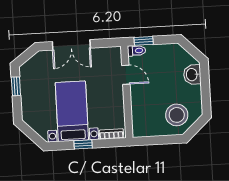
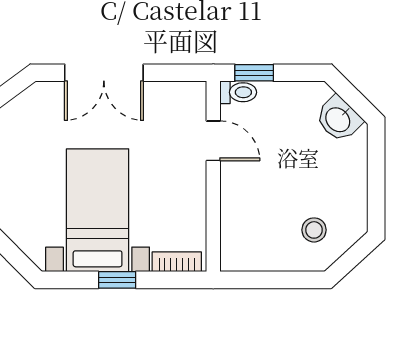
washbasin: (192, 75) -> (338, 119), moved, turned -45
stool: (177, 115) -> (314, 230), width x0.53, depth x0.53

